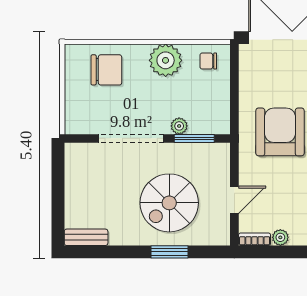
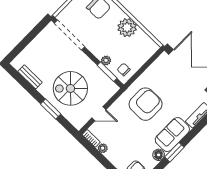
chair: (208, 61) -> (124, 70), moved
doorway: (131, 138) -> (70, 35), moved
bench: (86, 237) -> (30, 77), moved

